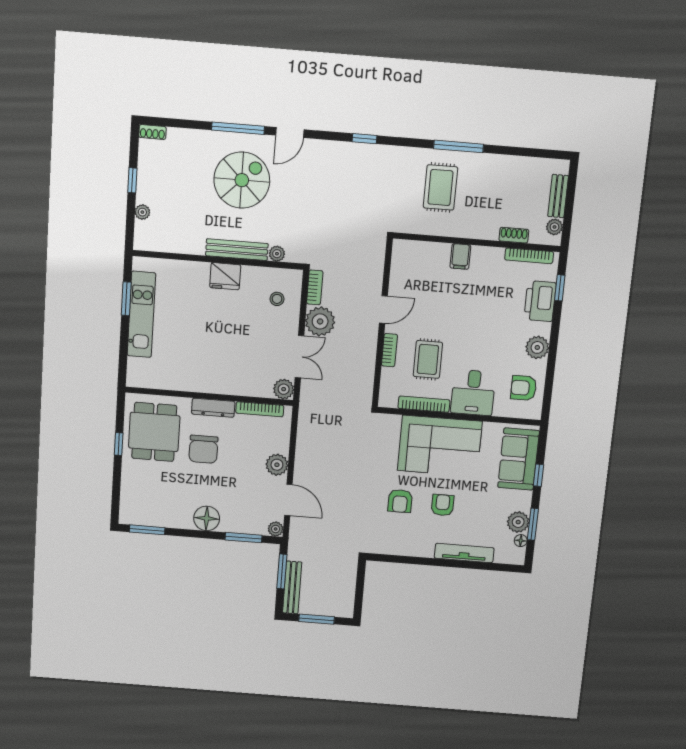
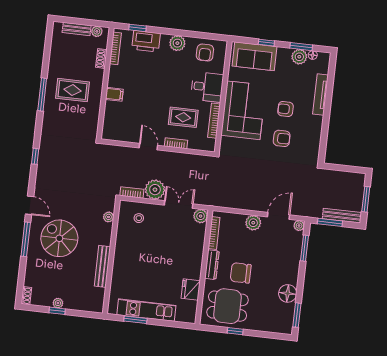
rug: (440, 187) -> (72, 90), moved
plant: (142, 212) -> (58, 303), moved
bench: (237, 250) -> (102, 266), moved
fridge: (225, 276) -> (191, 289), moved, turned 180
chair: (203, 449) -> (241, 273), turned 180
floor lamp: (207, 518) -> (288, 293), moved

